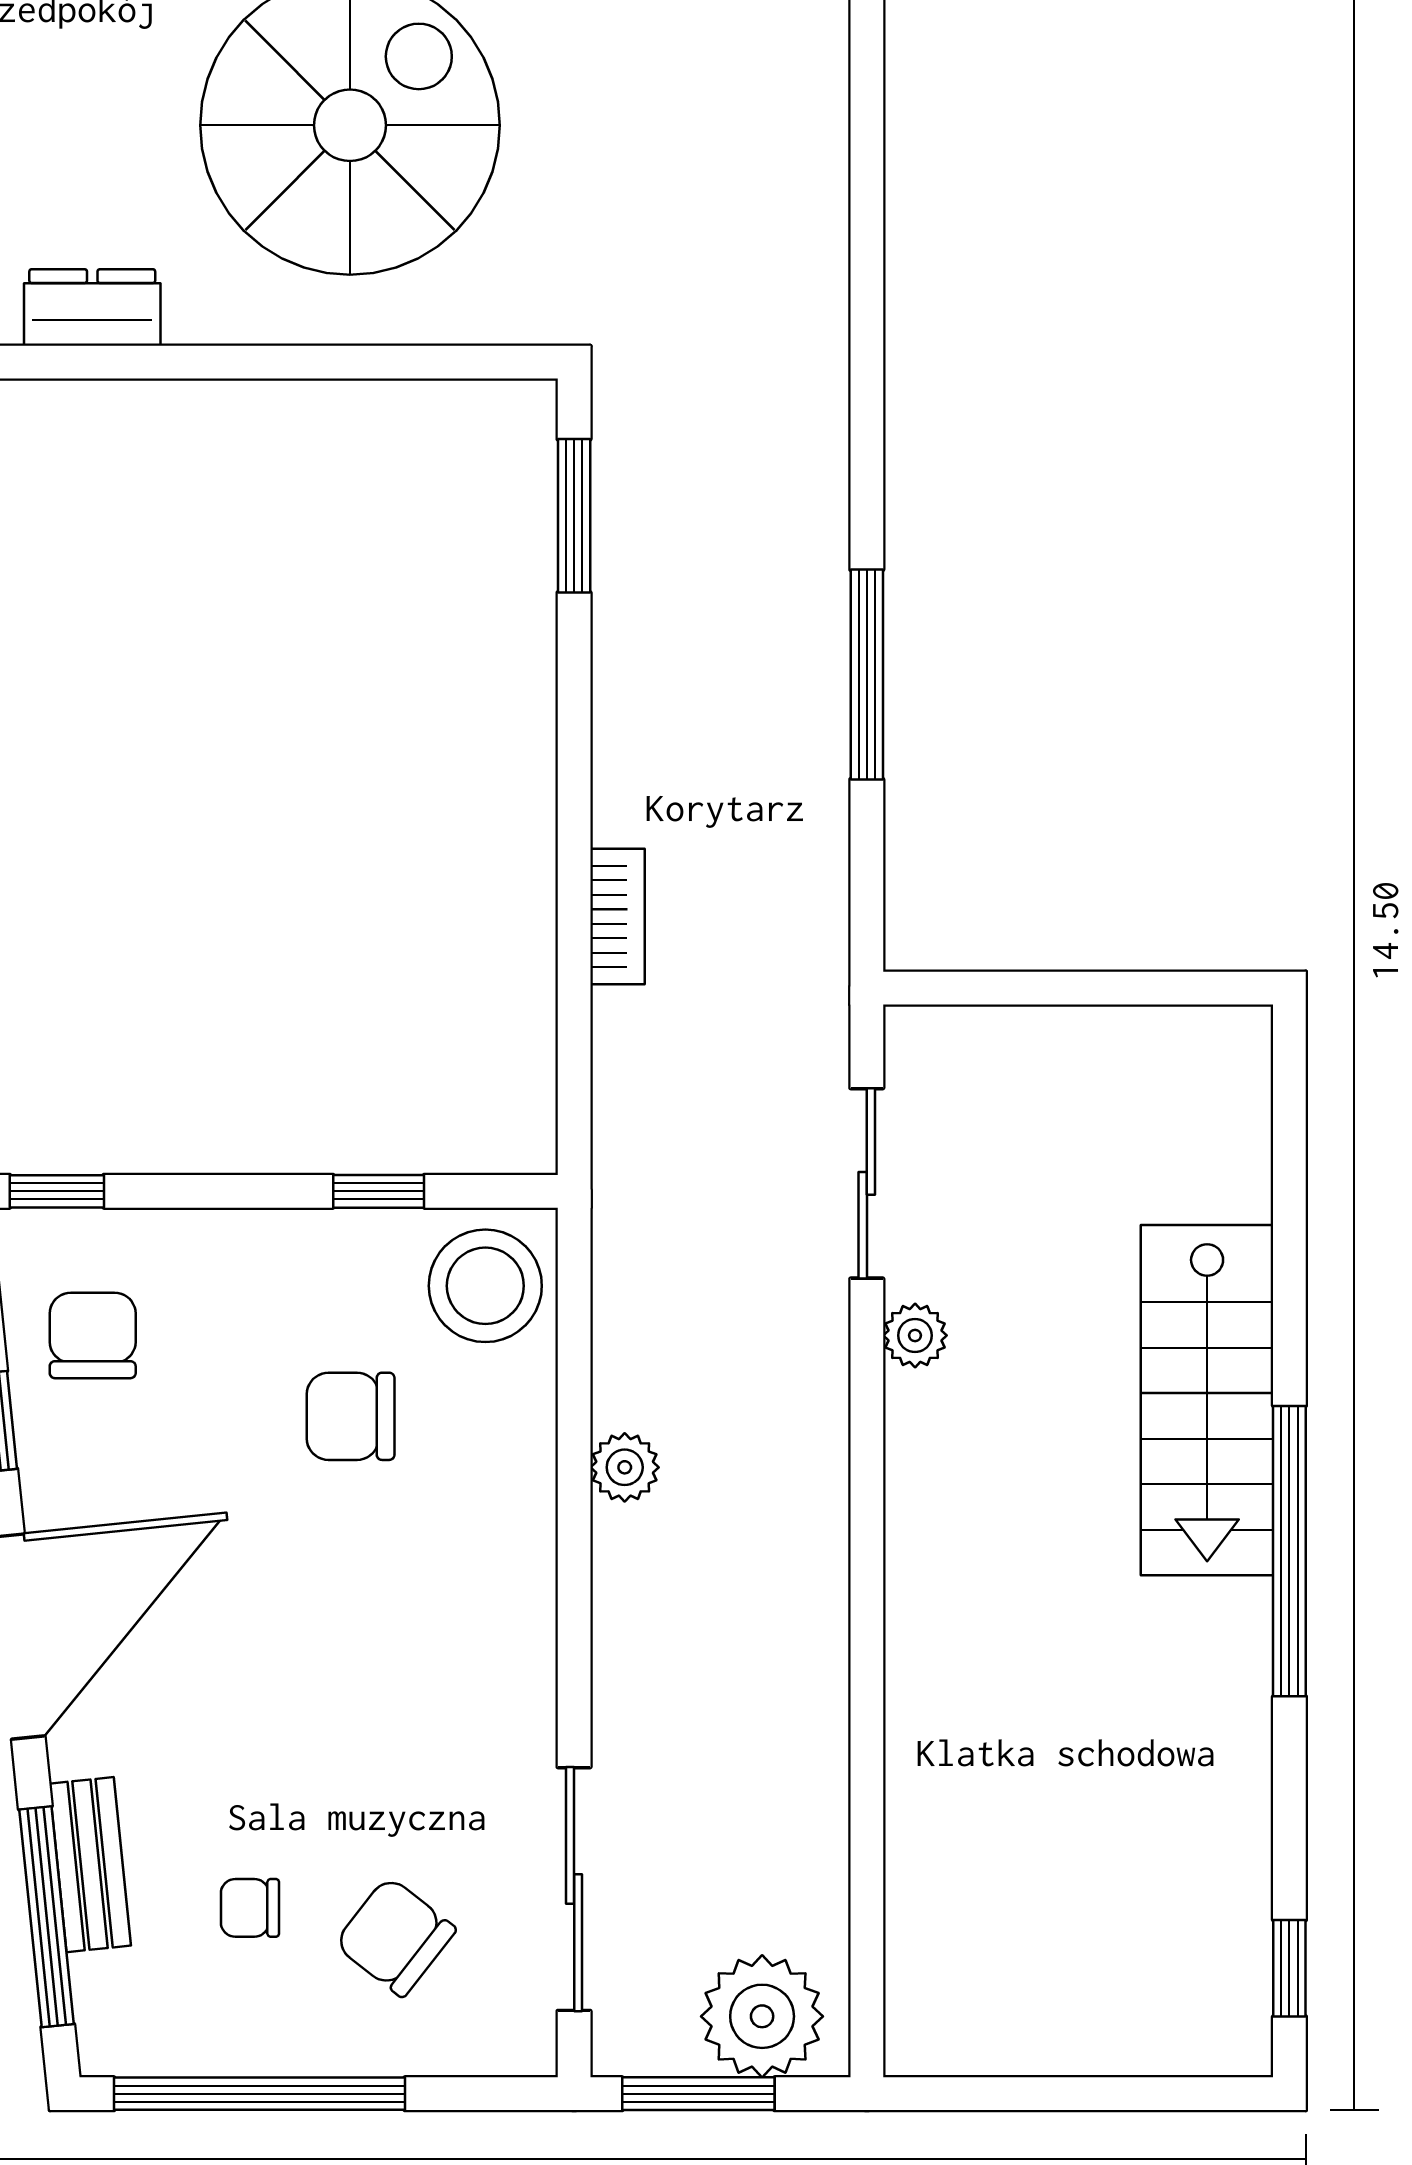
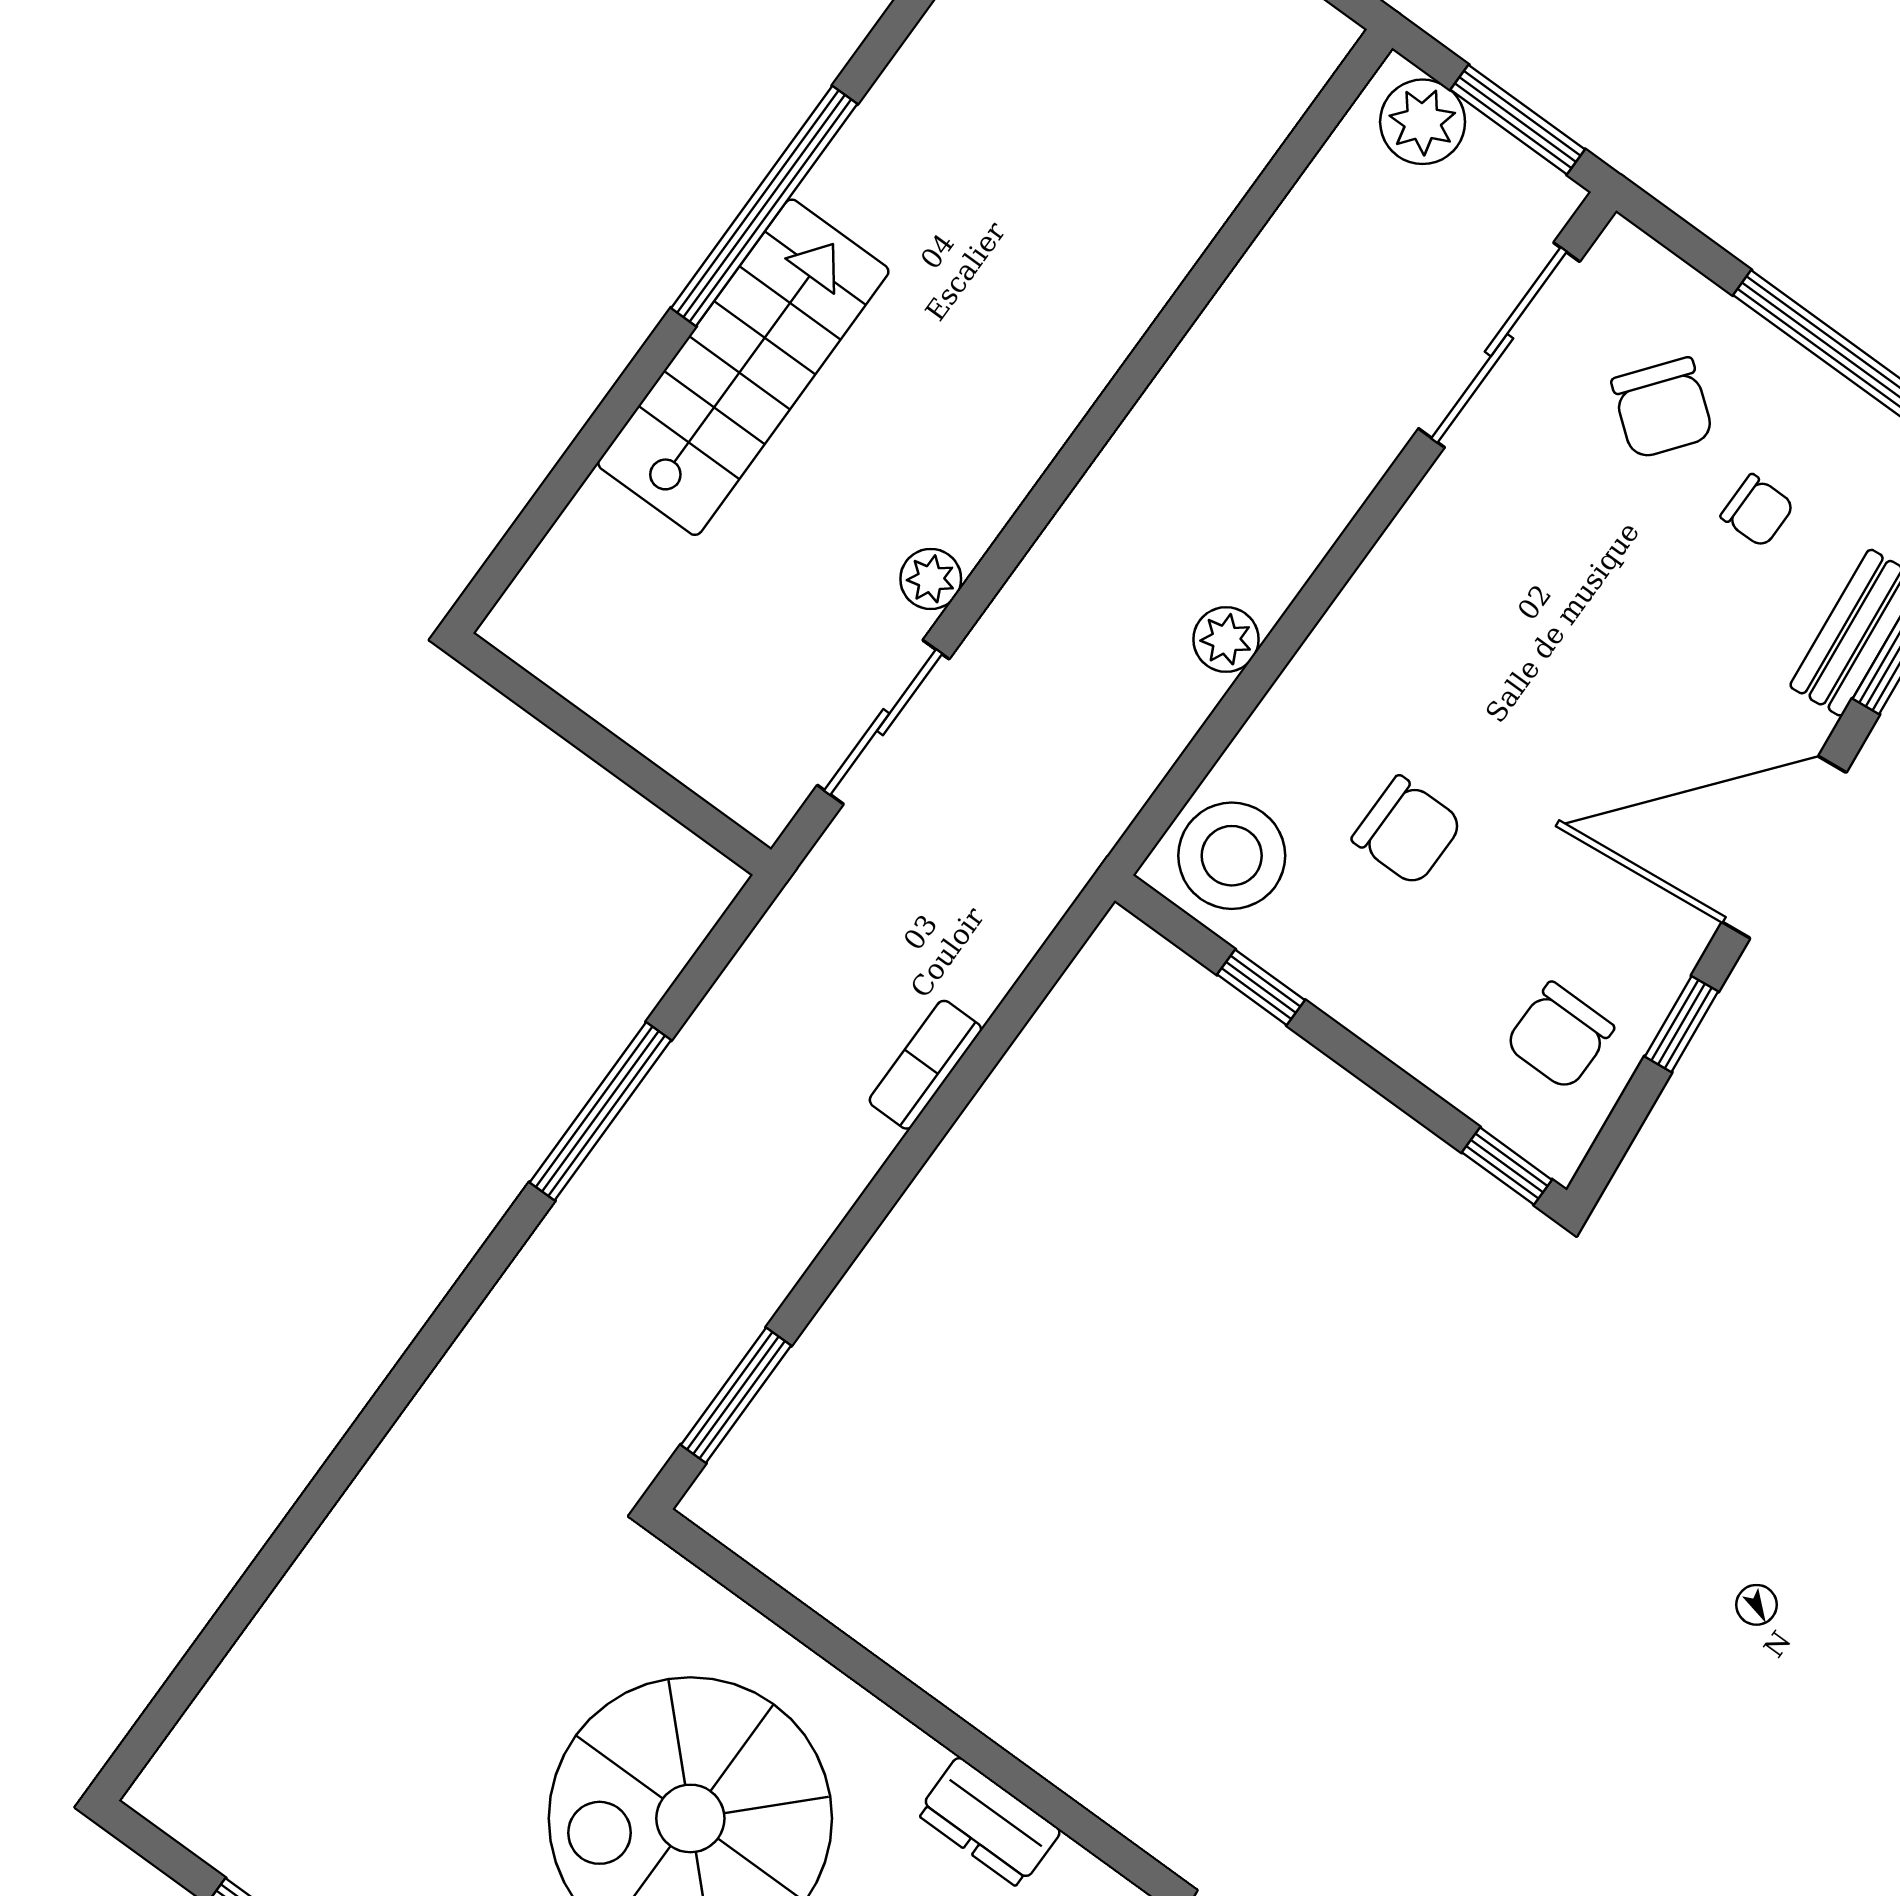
plant: (762, 2016) -> (1423, 122), width x0.73, depth x0.73

